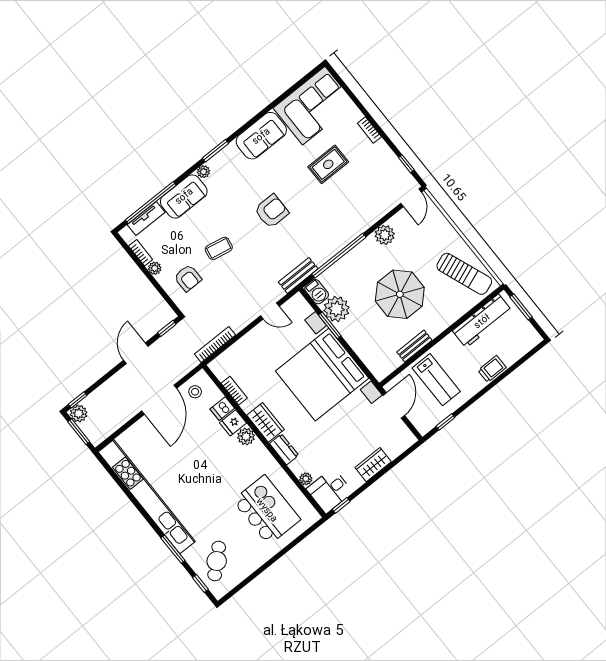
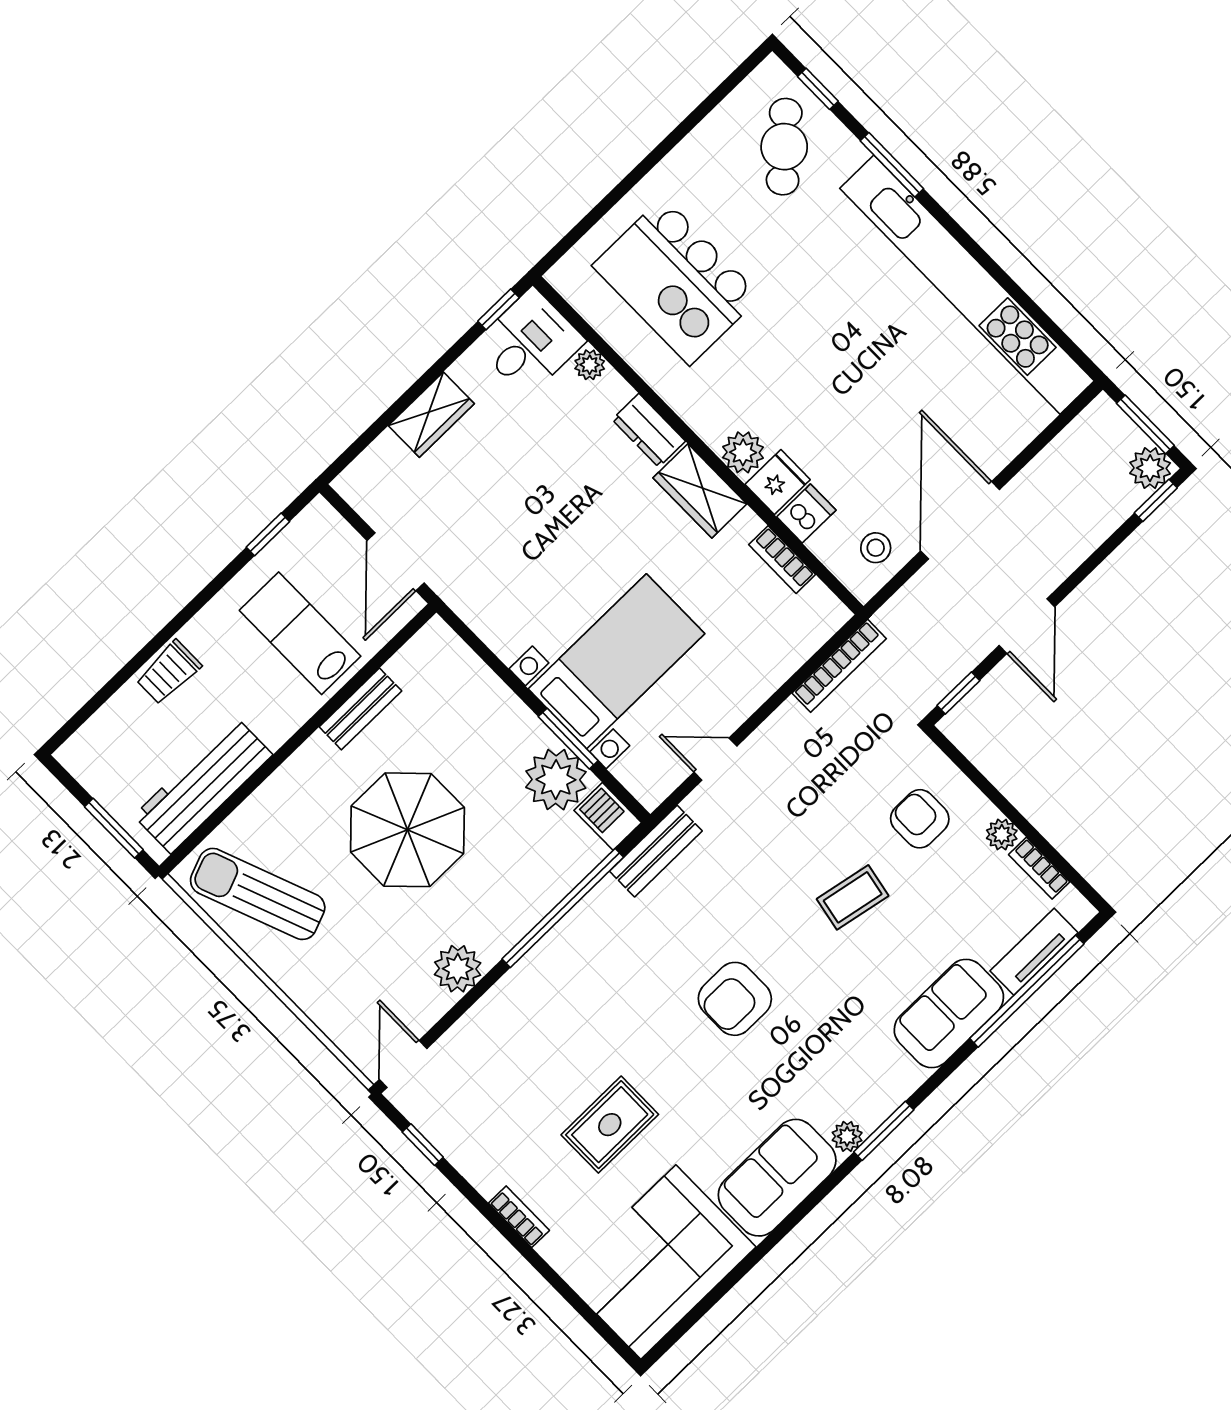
plant: (204, 172) -> (847, 1136), moved
bed with nightstands: (322, 375) -> (617, 661), width x0.54

